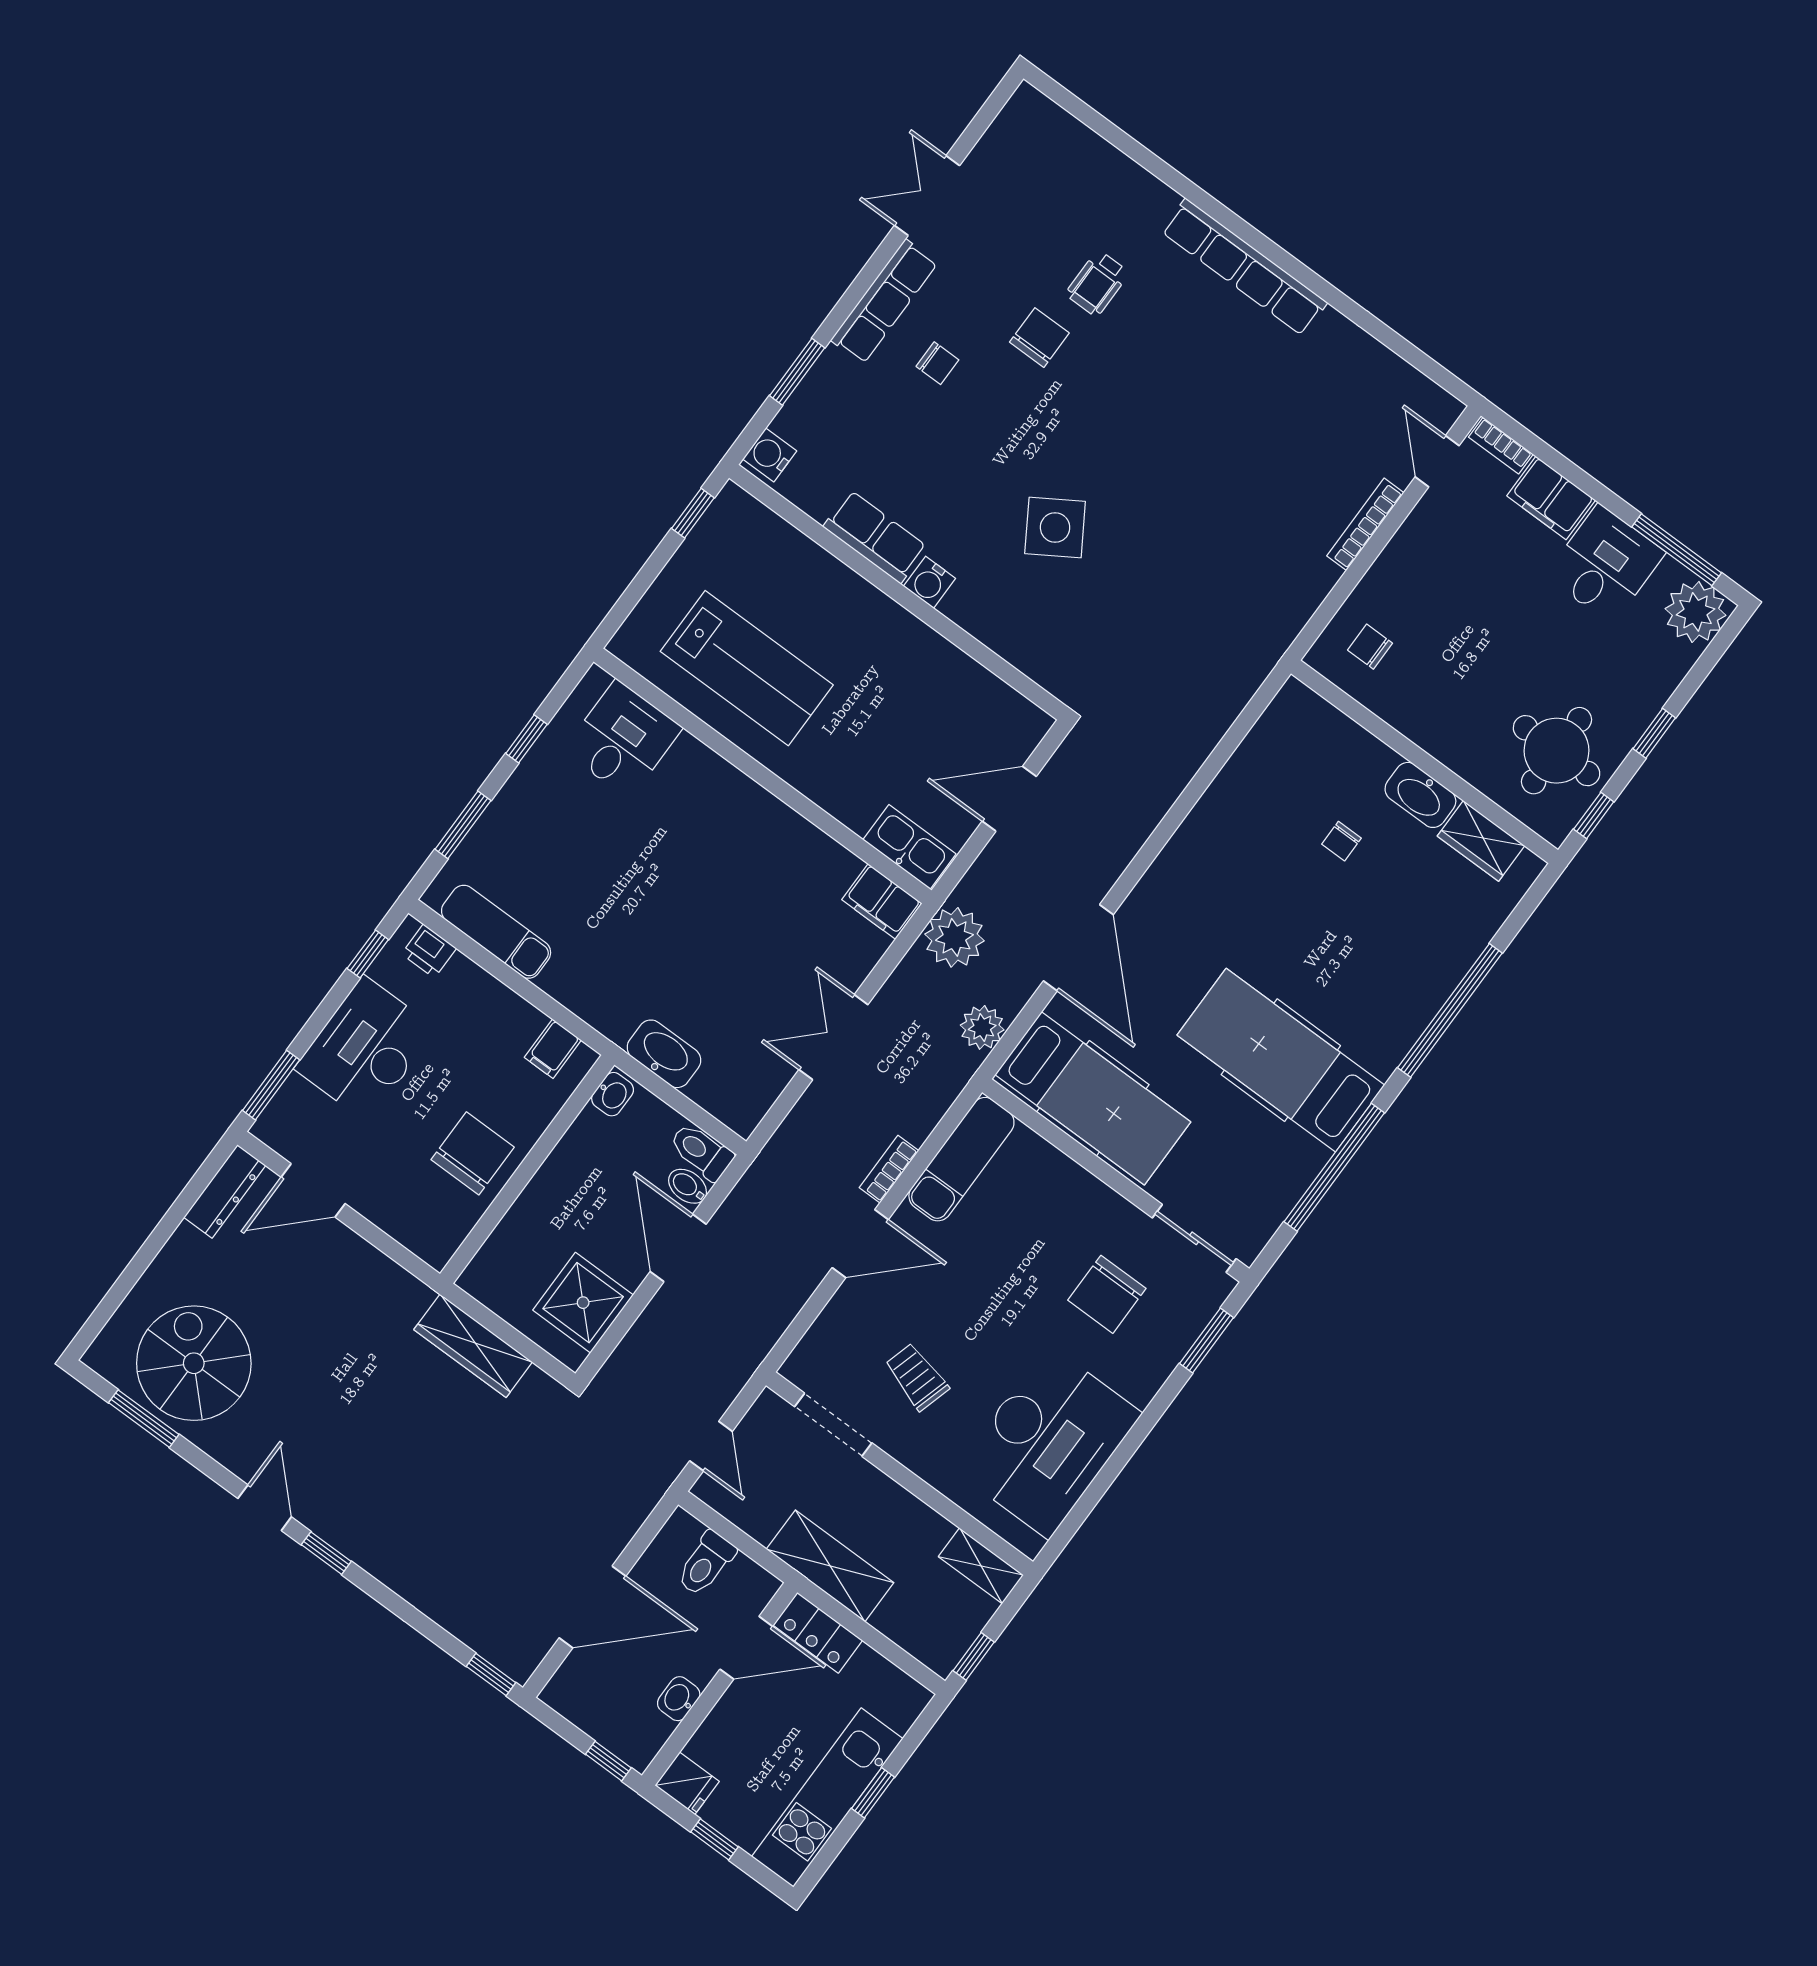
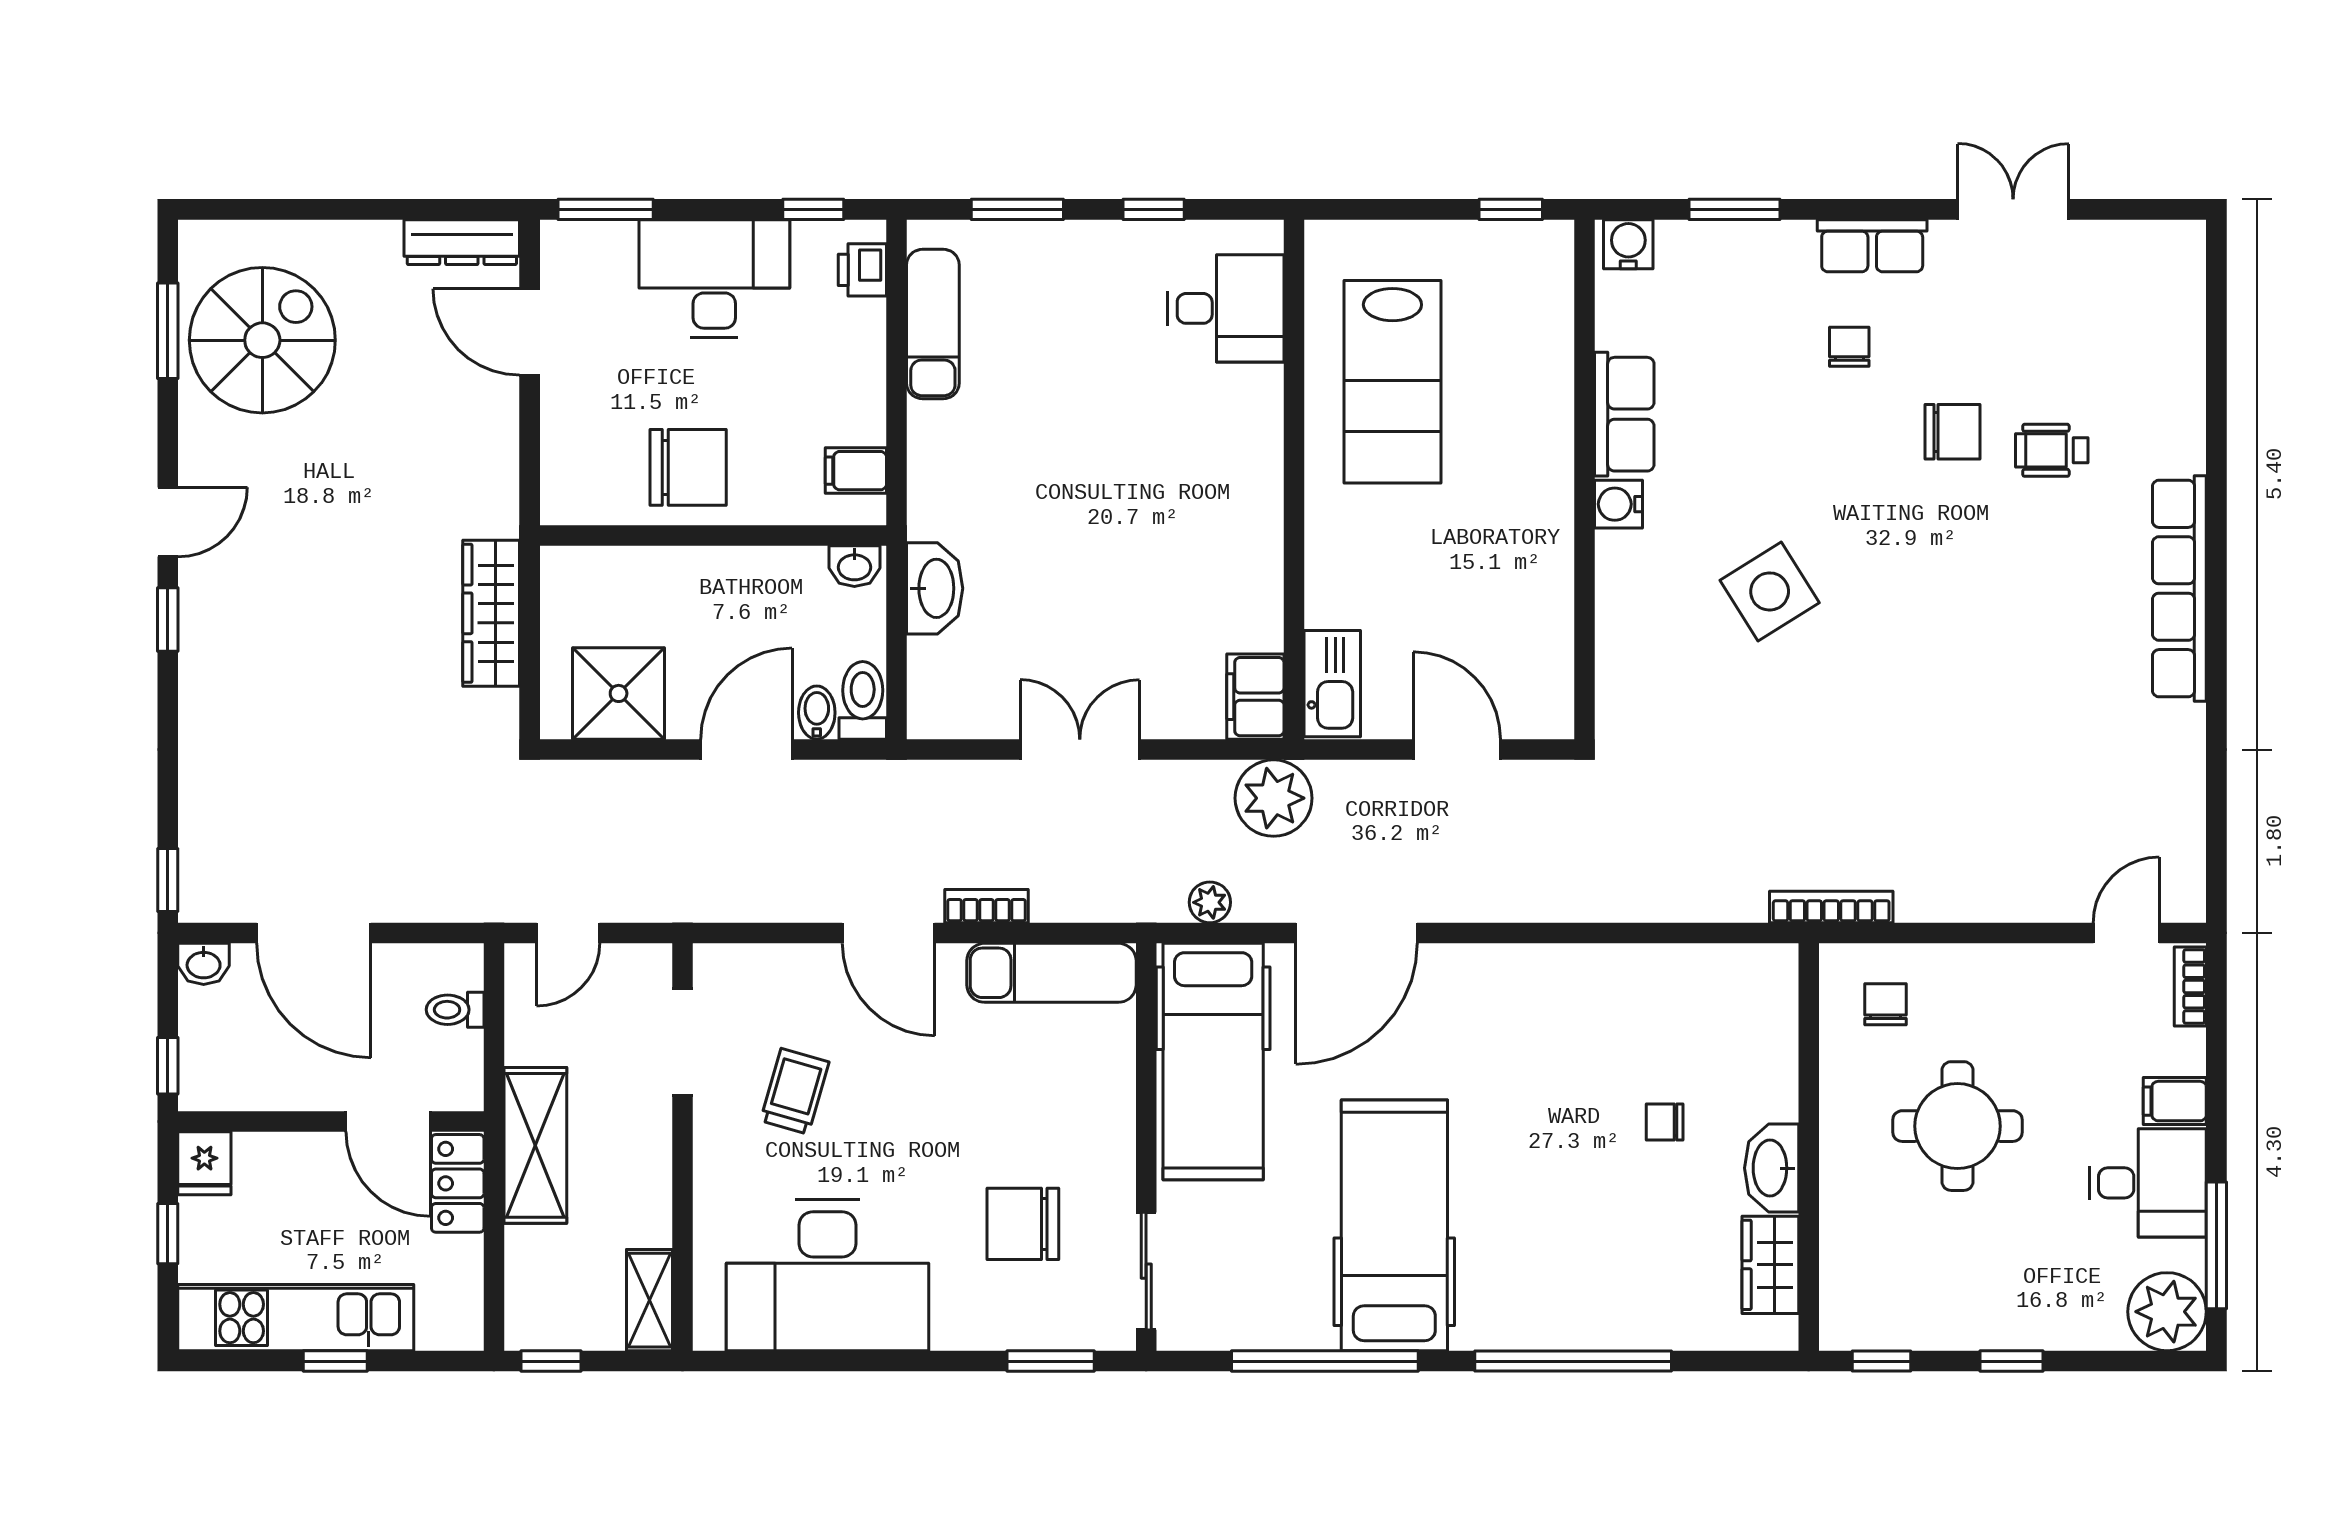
row of seats: (884, 302) -> (1872, 246), width x0.68
chair: (937, 363) -> (1849, 347), turned 180
filing cabinet: (1551, 498) -> (2175, 1101), width x0.50
bookcase: (1365, 524) -> (1831, 907), moved
round table: (1557, 751) -> (1957, 1126), moved
plant: (982, 1027) -> (1210, 902), width x0.73, depth x0.73
toilet: (706, 1563) -> (455, 1010), width x0.73, depth x0.72
washbasin: (679, 1699) -> (204, 964), moved, turned 180

